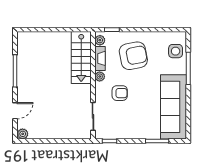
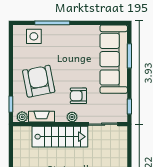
stairs: (81, 58) -> (60, 137), moved
plant: (100, 76) -> (72, 117), moved
armchair: (120, 93) -> (78, 96), turned -90
sofa: (174, 107) -> (114, 59), moved, turned 90

